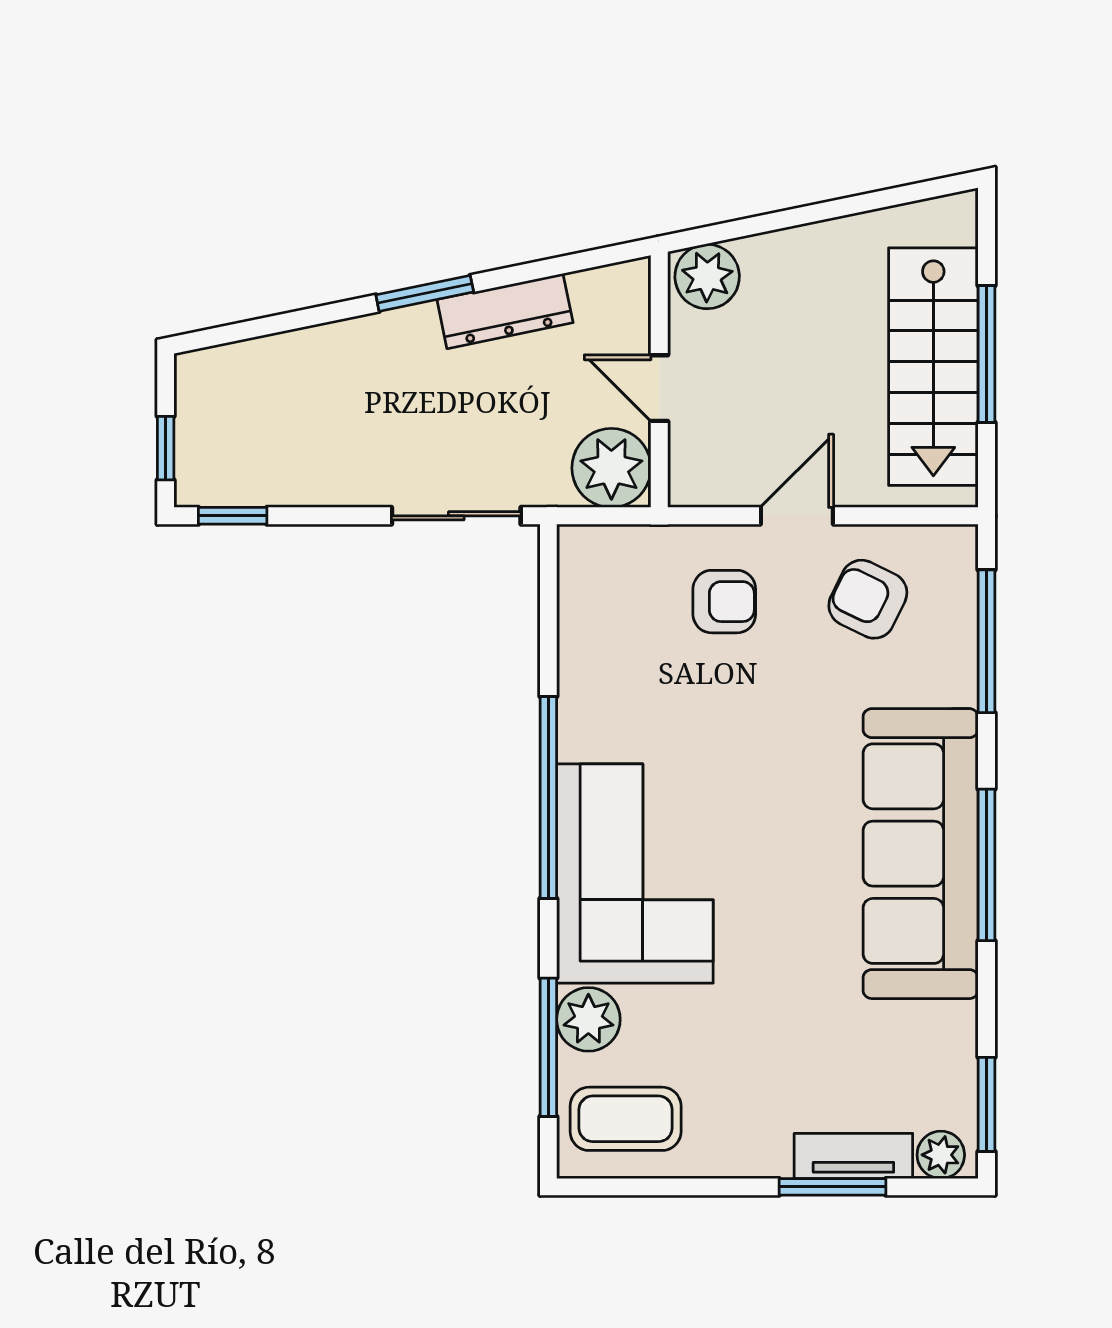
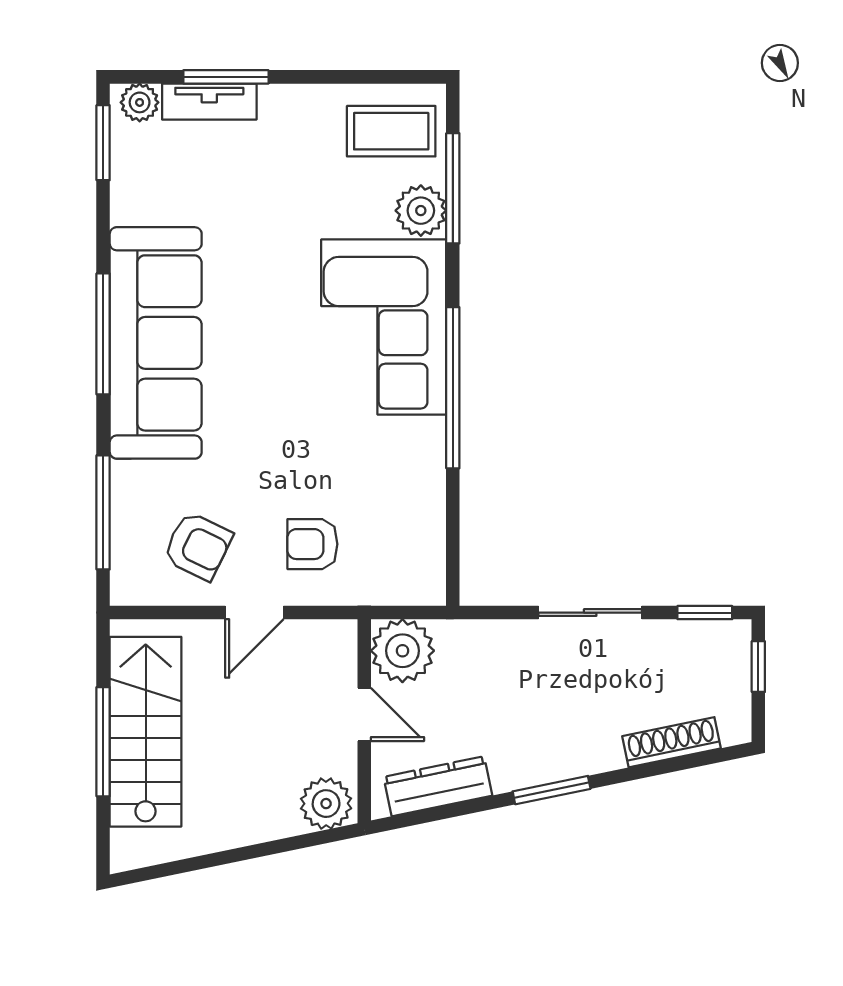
dresser: (505, 311) -> (438, 786), moved
shoe rack: (274, 353) -> (672, 742), added
sliding door: (456, 516) -> (590, 613), moved

